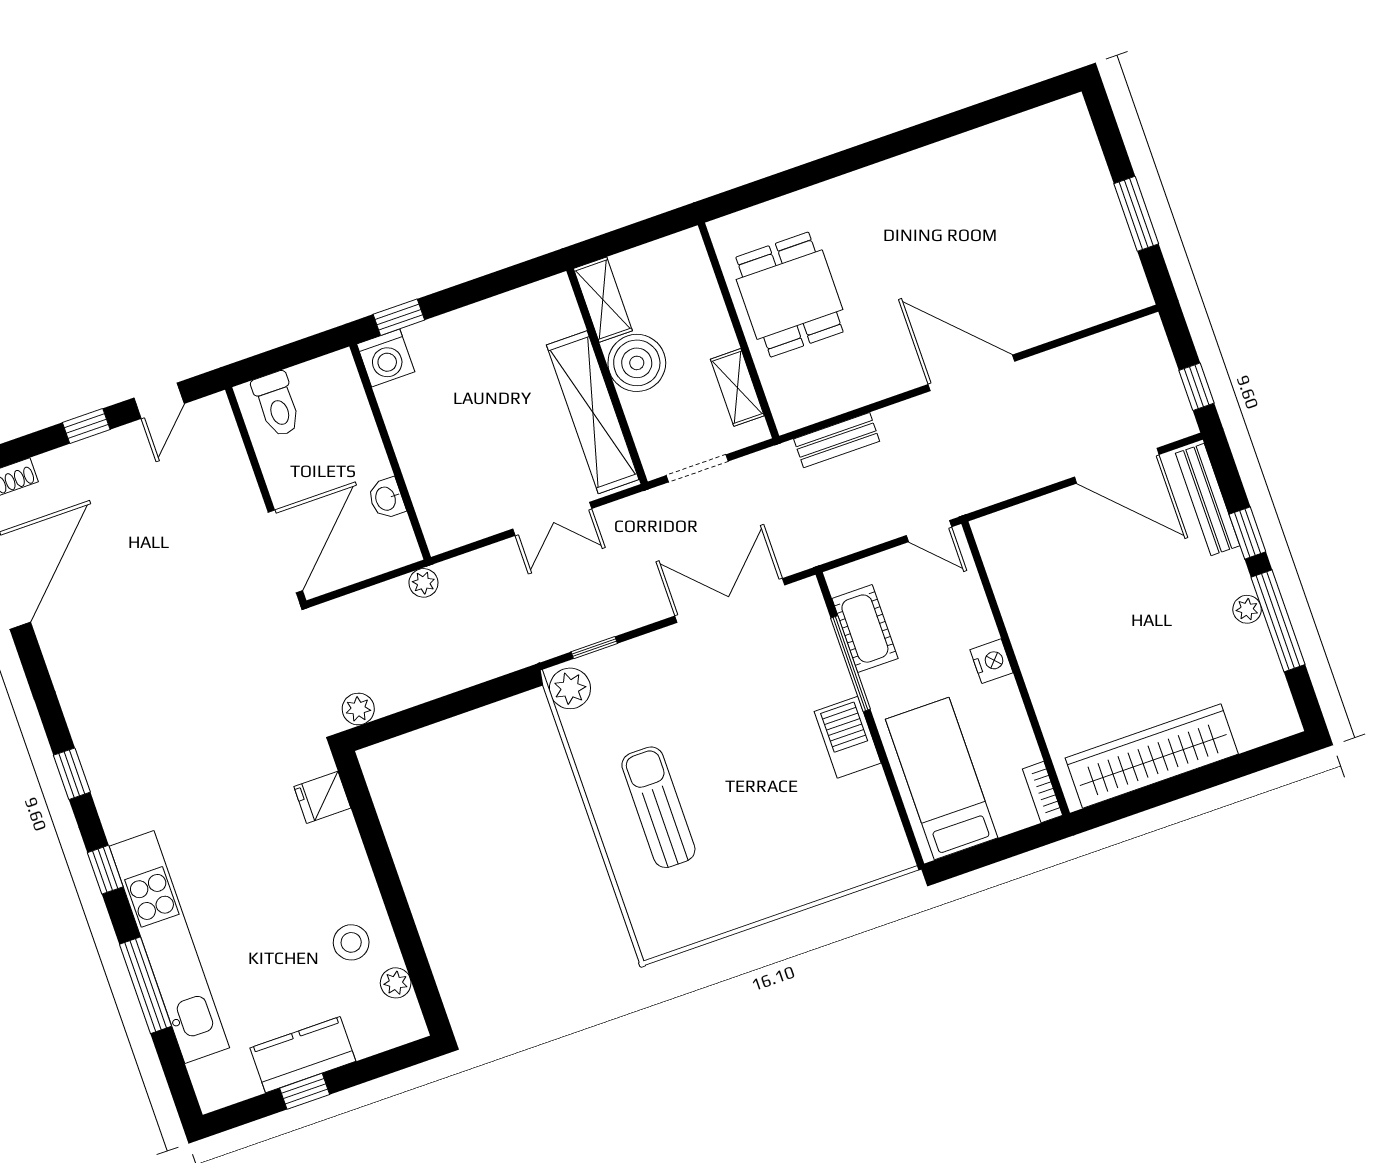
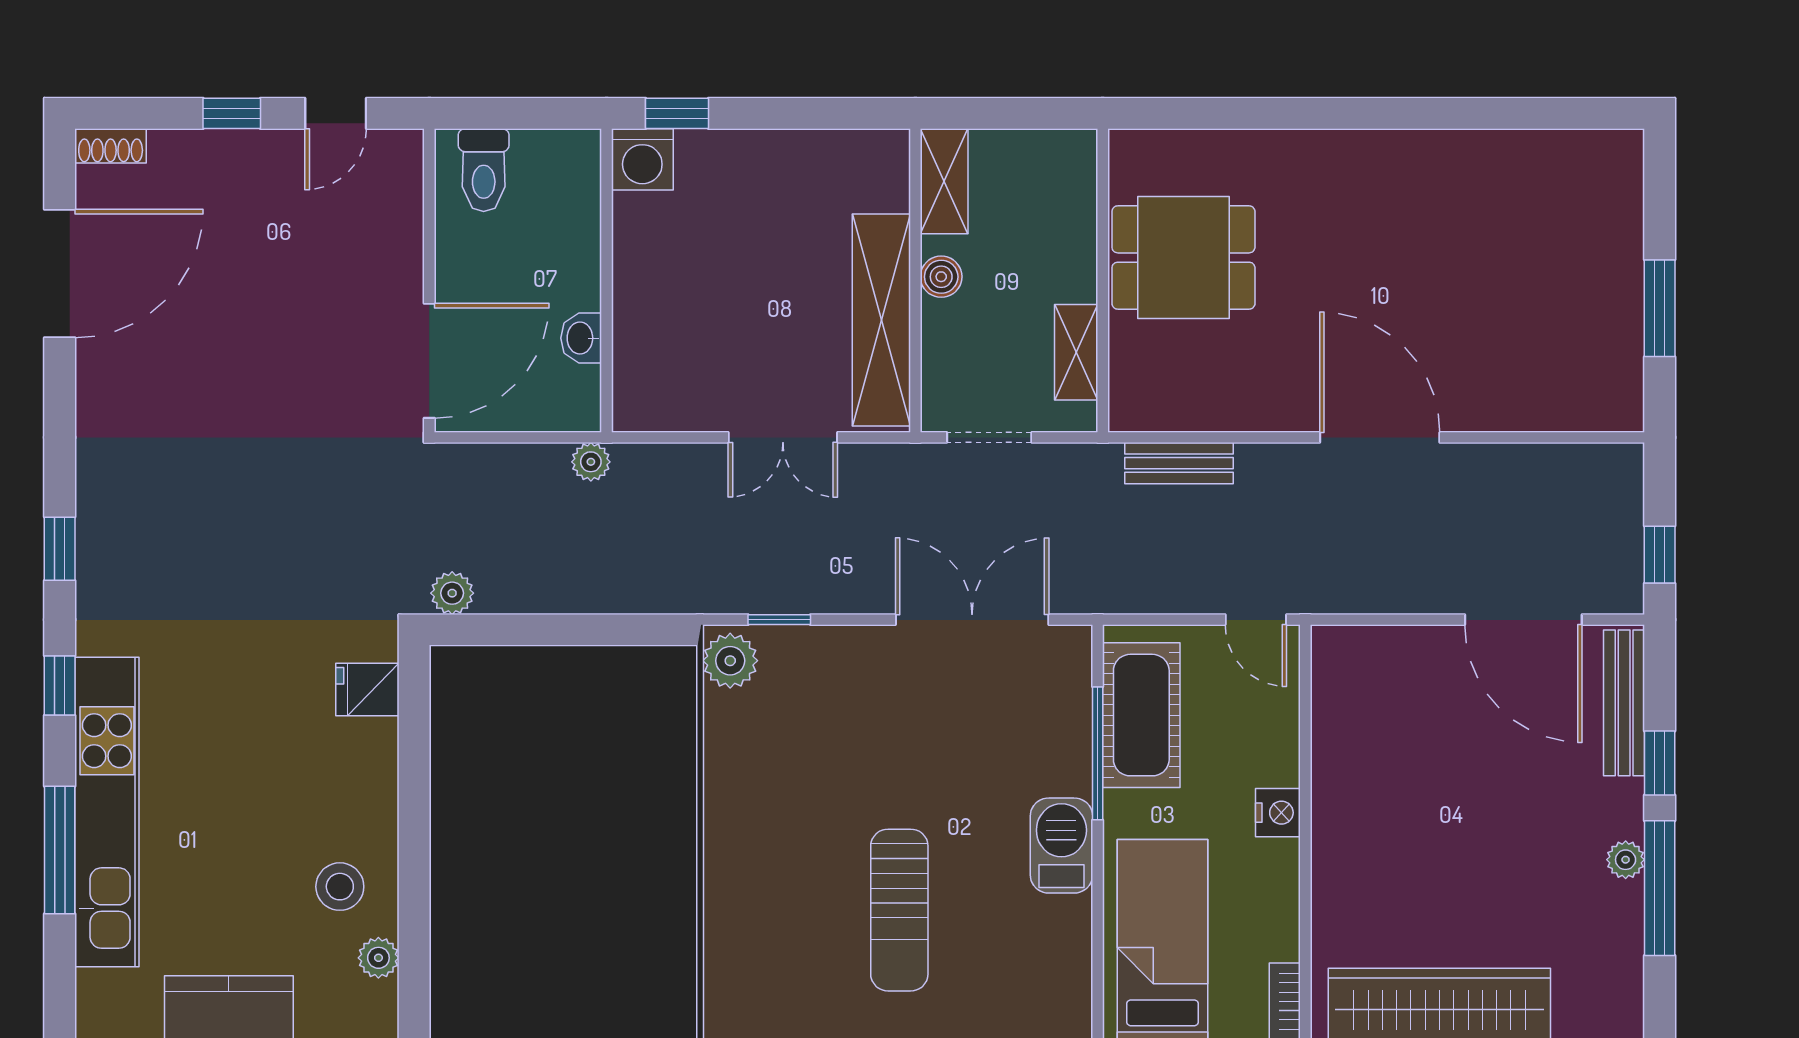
dining table: (790, 295) -> (1183, 258), turned 90
boiler: (637, 363) -> (941, 277), width x0.54, depth x0.54
cot: (865, 629) -> (1141, 715), width x1.37, depth x1.34
sun lounger: (658, 807) -> (899, 910), moved, turned 180

